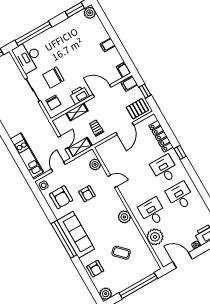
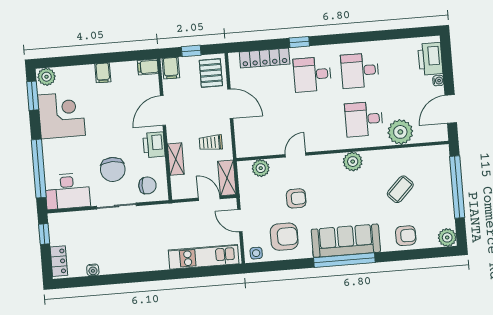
corner desk: (71, 32) -> (61, 115), added

